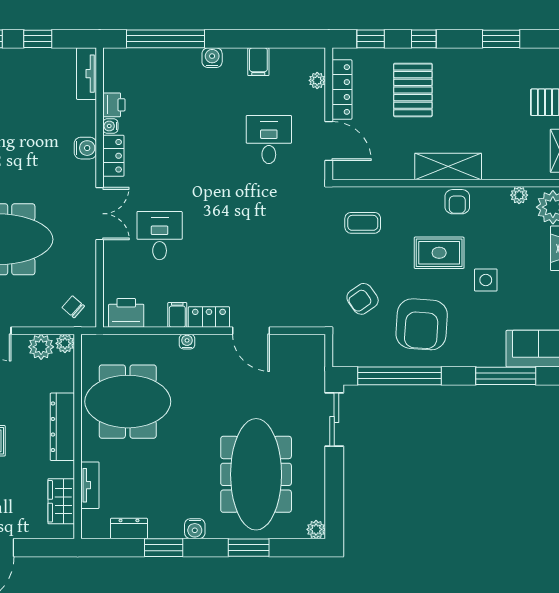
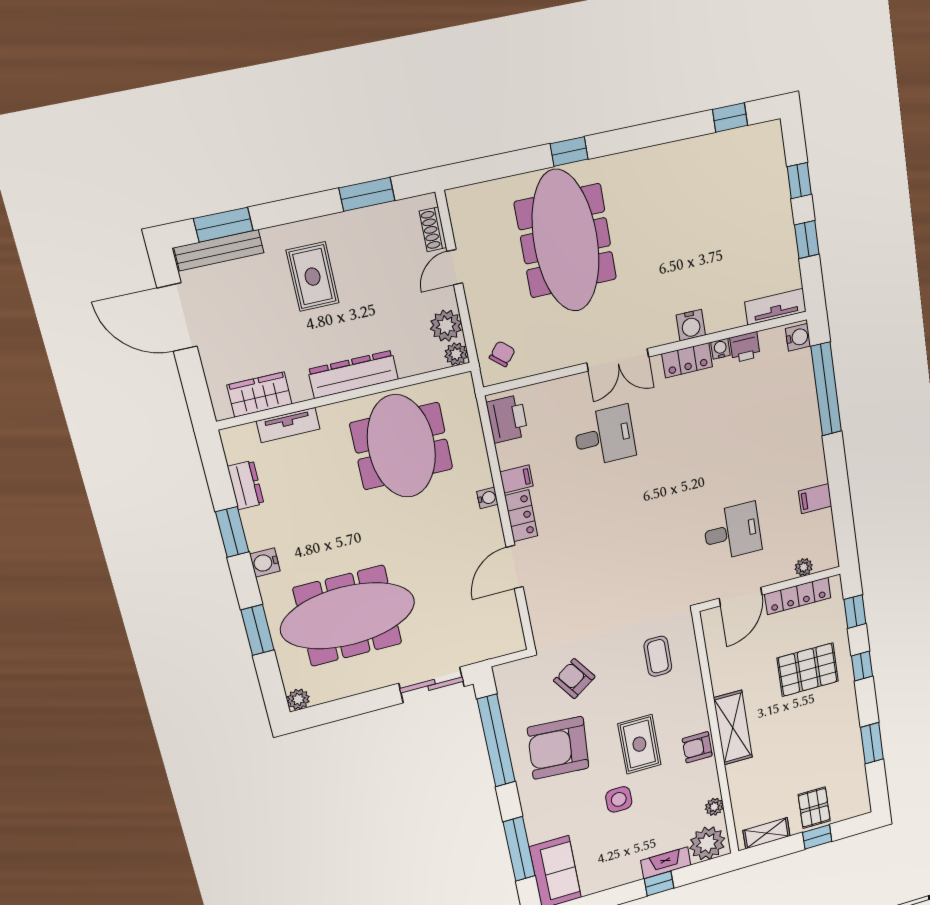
water cooler: (212, 58) -> (798, 337), moved

